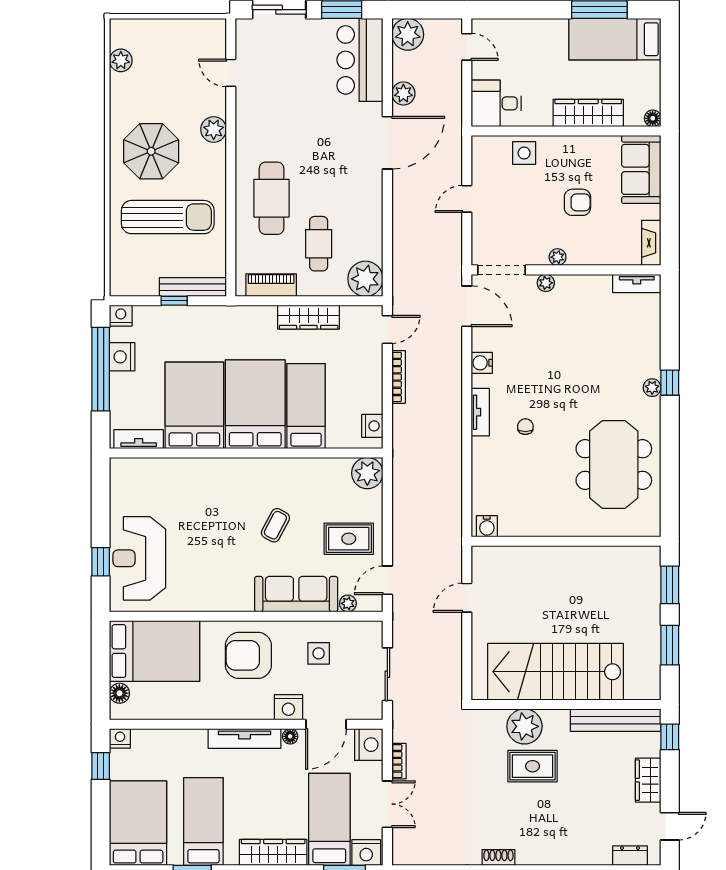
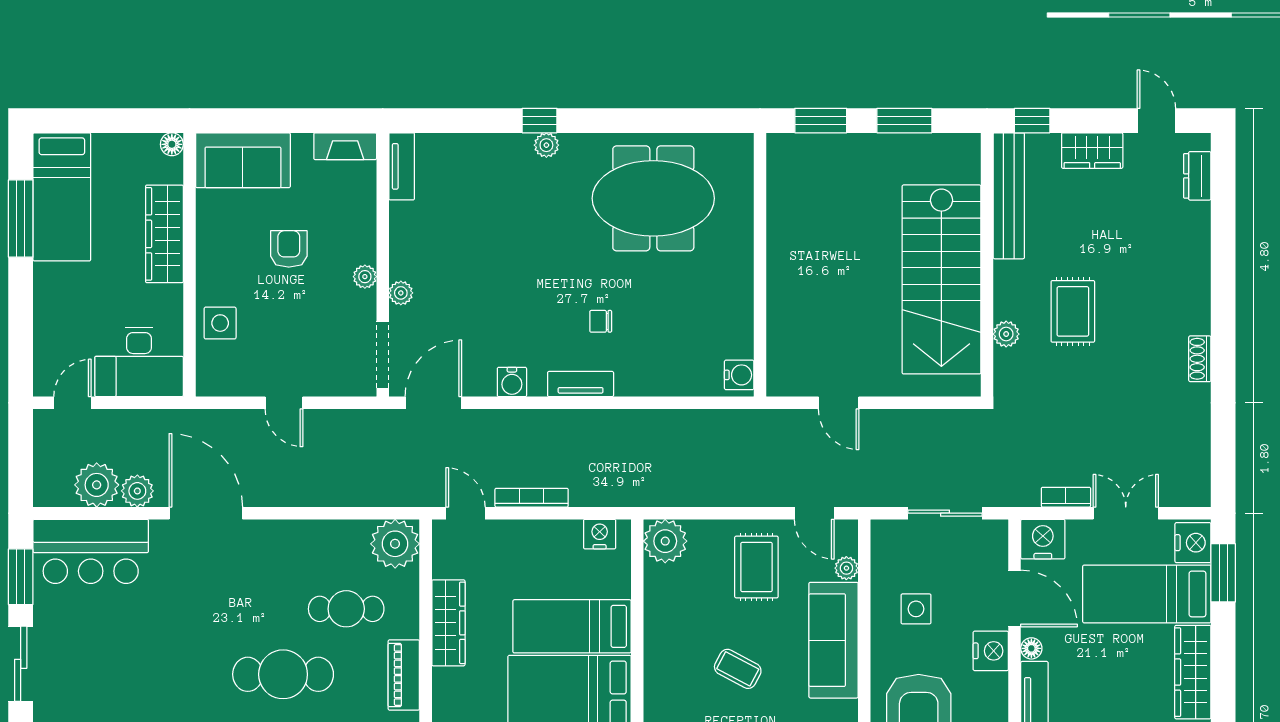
plant: (408, 34) -> (97, 485), moved
desk: (496, 103) -> (139, 362), width x1.37
plant: (524, 726) -> (1006, 334), width x0.53, depth x0.53

